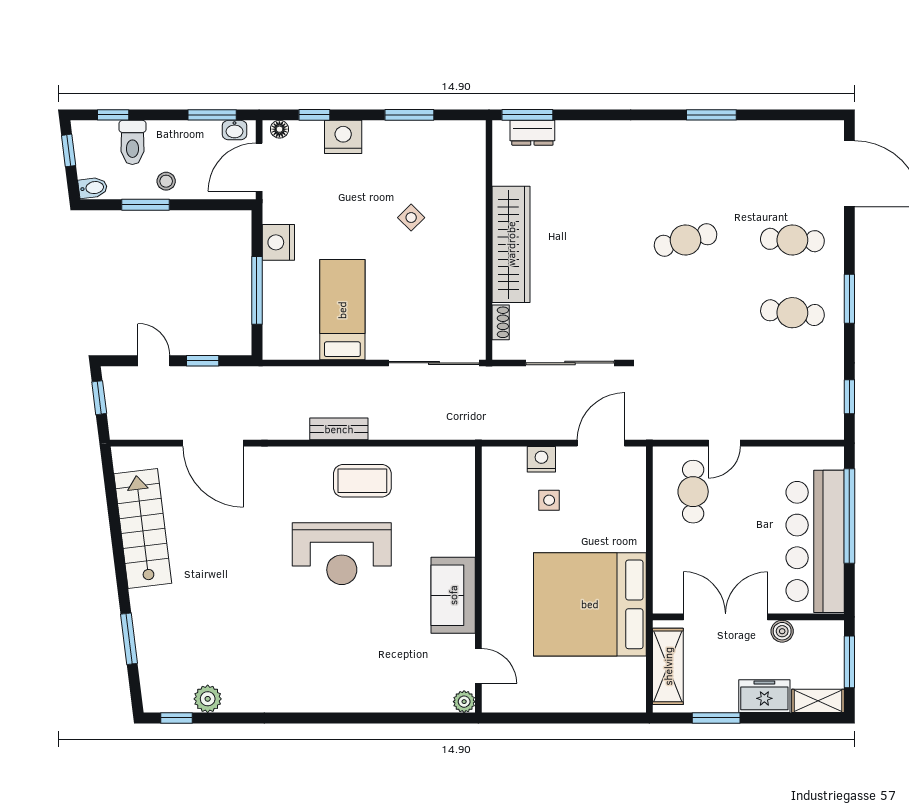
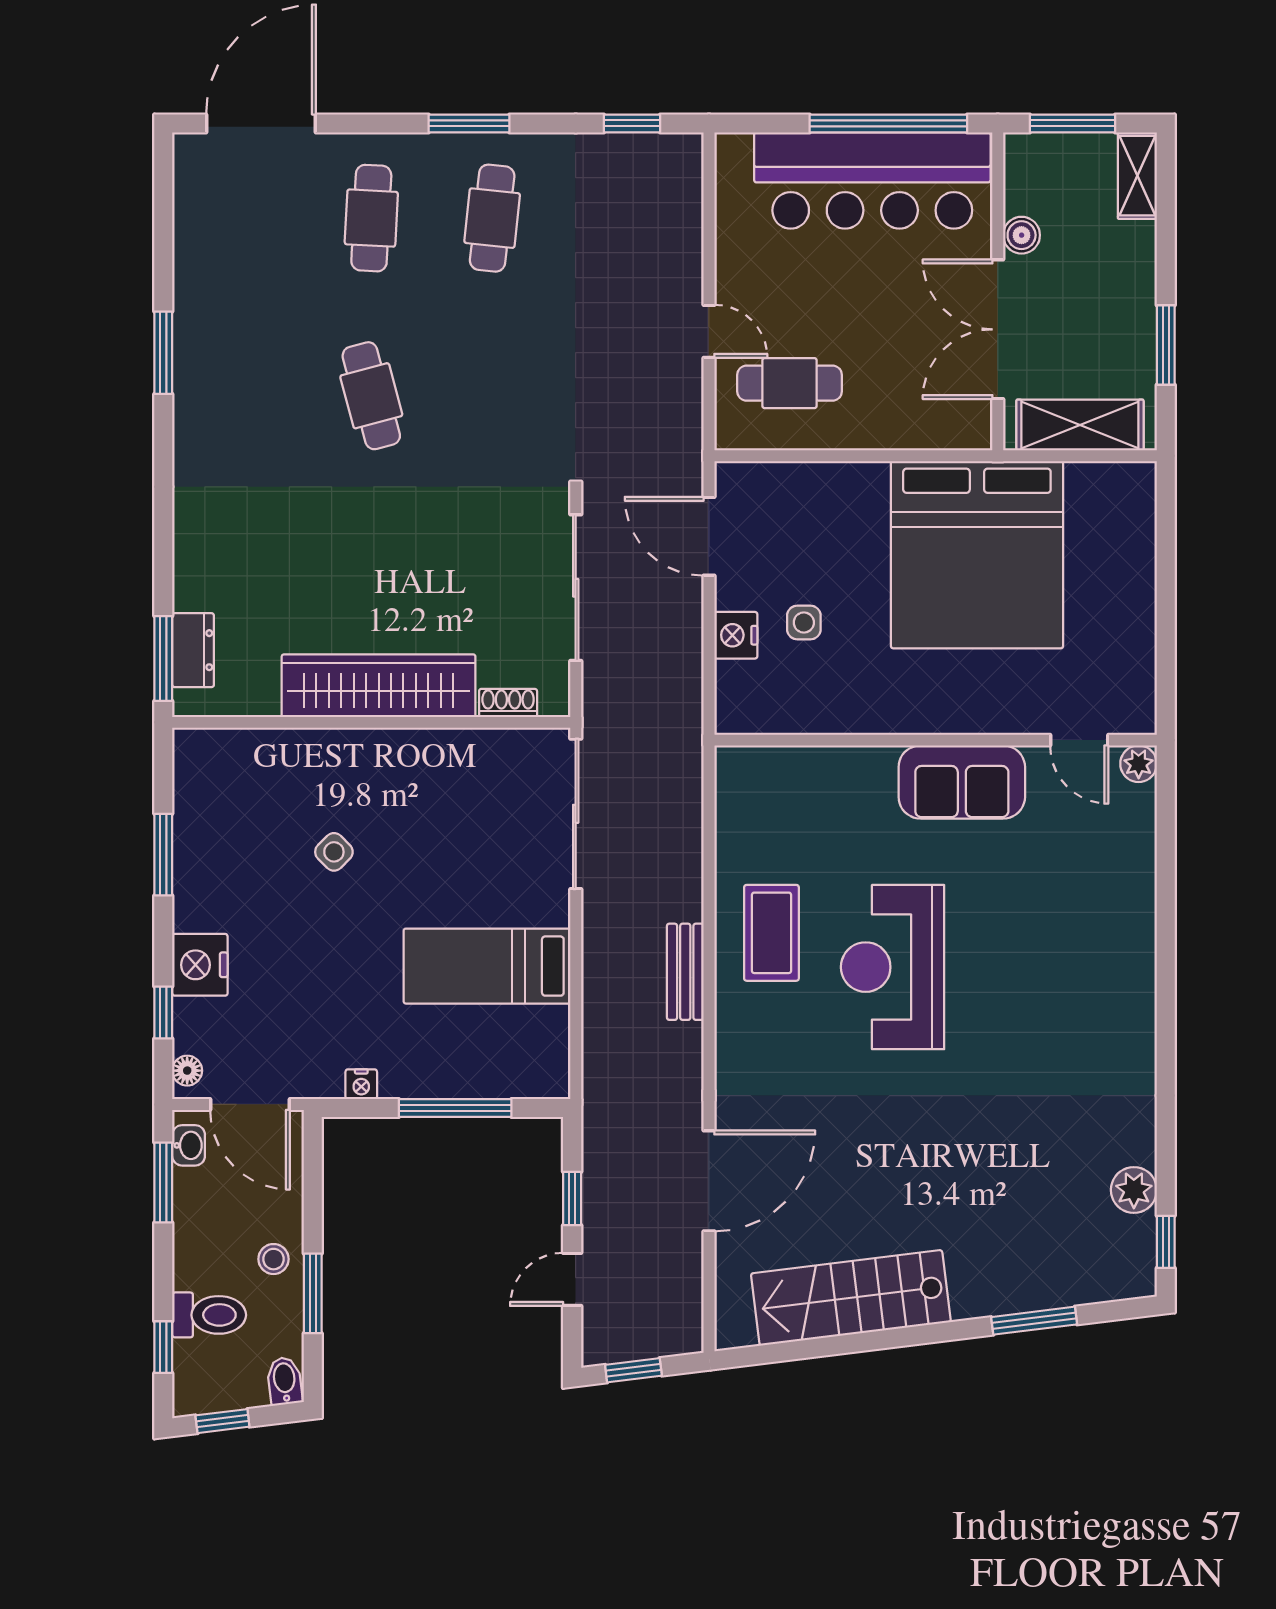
nightstand: (278, 242) -> (361, 1084), width x0.53, depth x0.56
window: (849, 516) -> (888, 123), moved
reception desk: (342, 554) -> (893, 967), turned 180
door: (478, 666) -> (1079, 740), swing flipped
freezer: (764, 696) -> (1129, 265), removed

